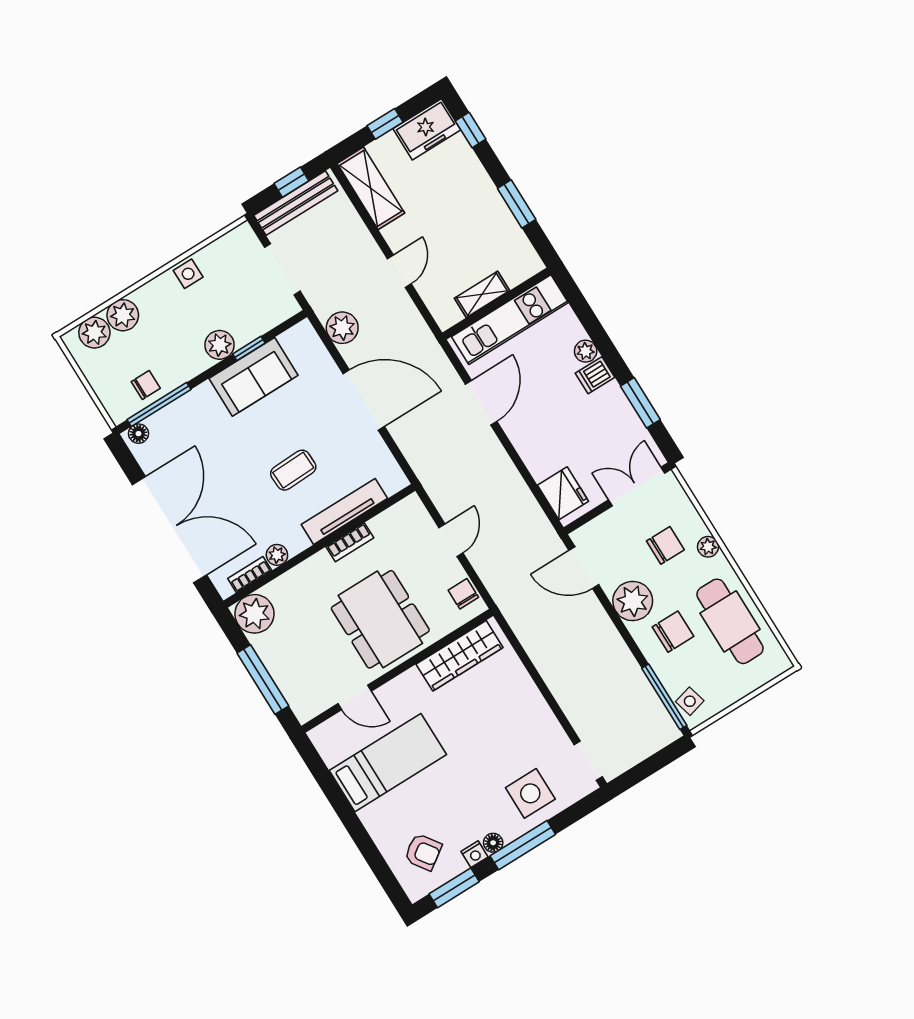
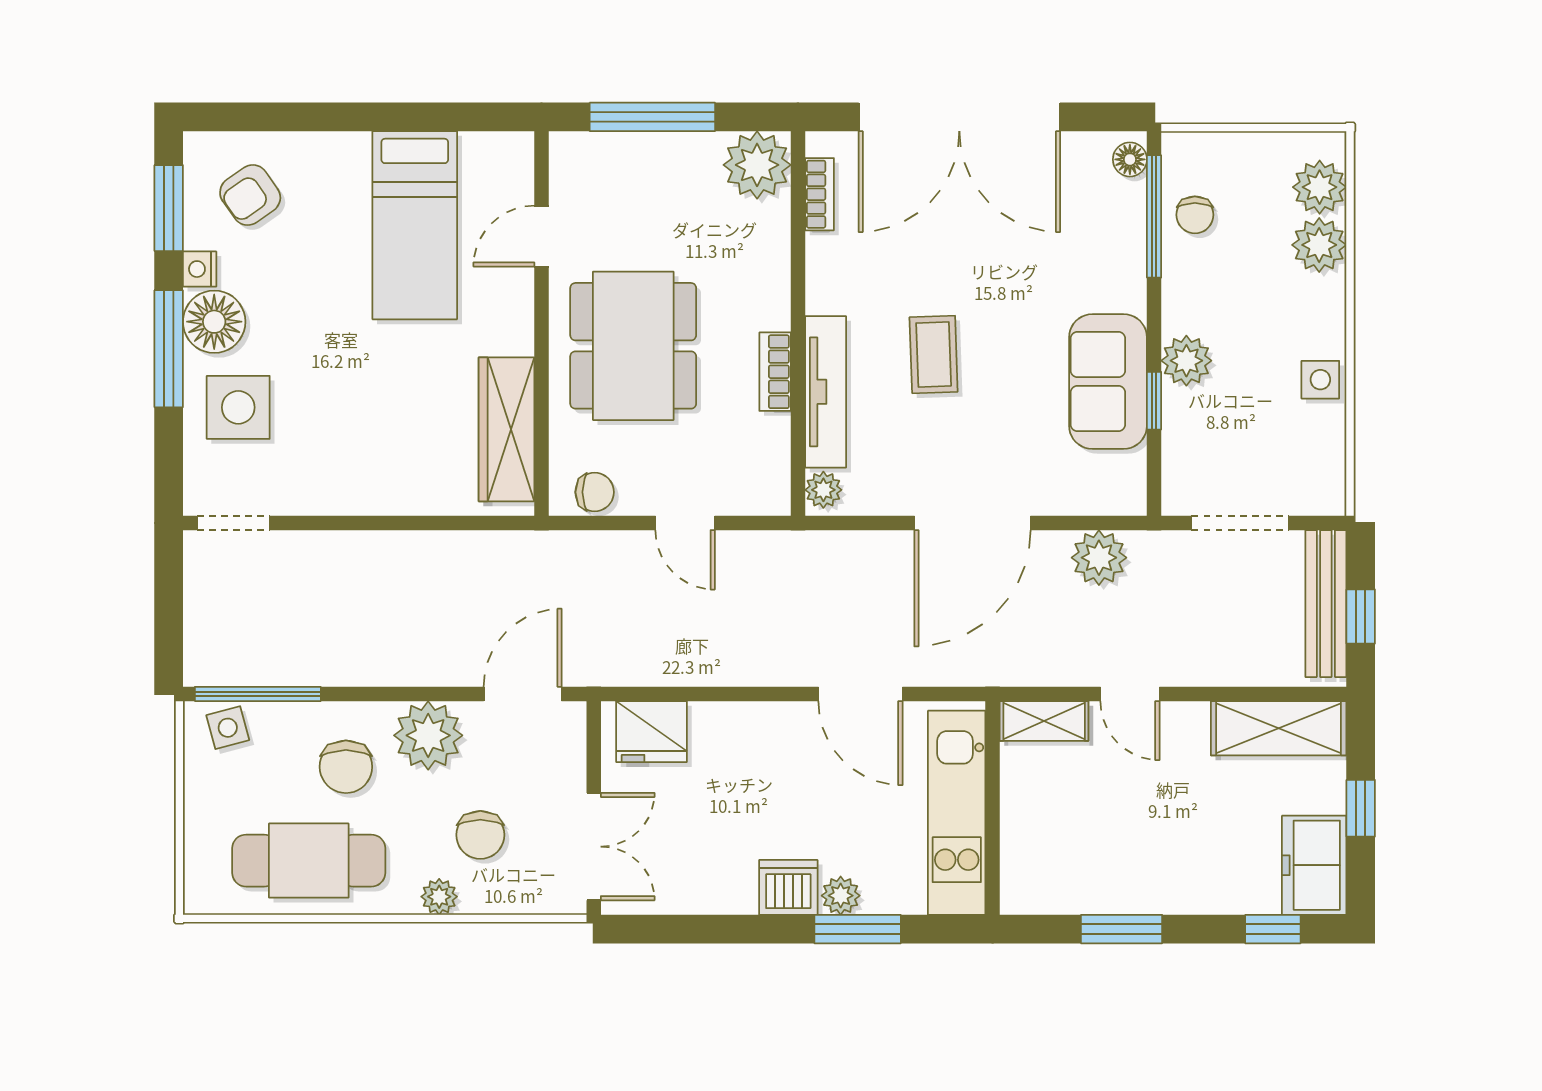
shelving: (482, 294) -> (1044, 721), moved, turned 90
dishwasher: (595, 375) -> (788, 887), width x1.38
window: (640, 403) -> (858, 929), moved
plant: (277, 555) -> (823, 490), moved
dining table: (380, 619) -> (633, 346), turned 90
floor lamp: (493, 843) -> (214, 322), width x1.89, depth x1.89

